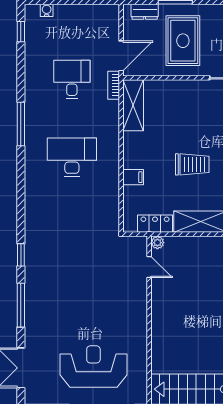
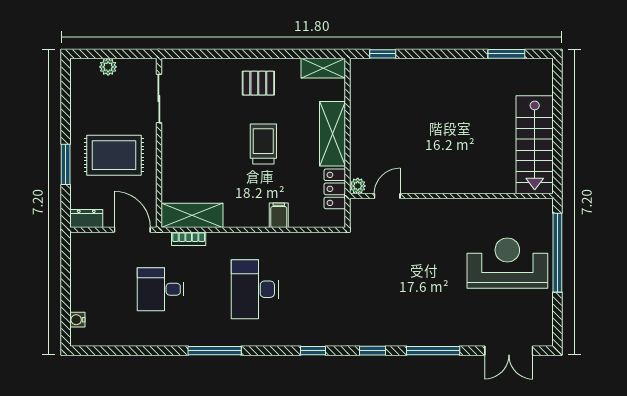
dresser: (145, 12) -> (86, 219), moved, turned -90
window: (21, 32) -> (313, 351), moved
bookcase: (114, 85) -> (189, 239), moved
reception desk: (93, 367) -> (507, 263), turned 90

